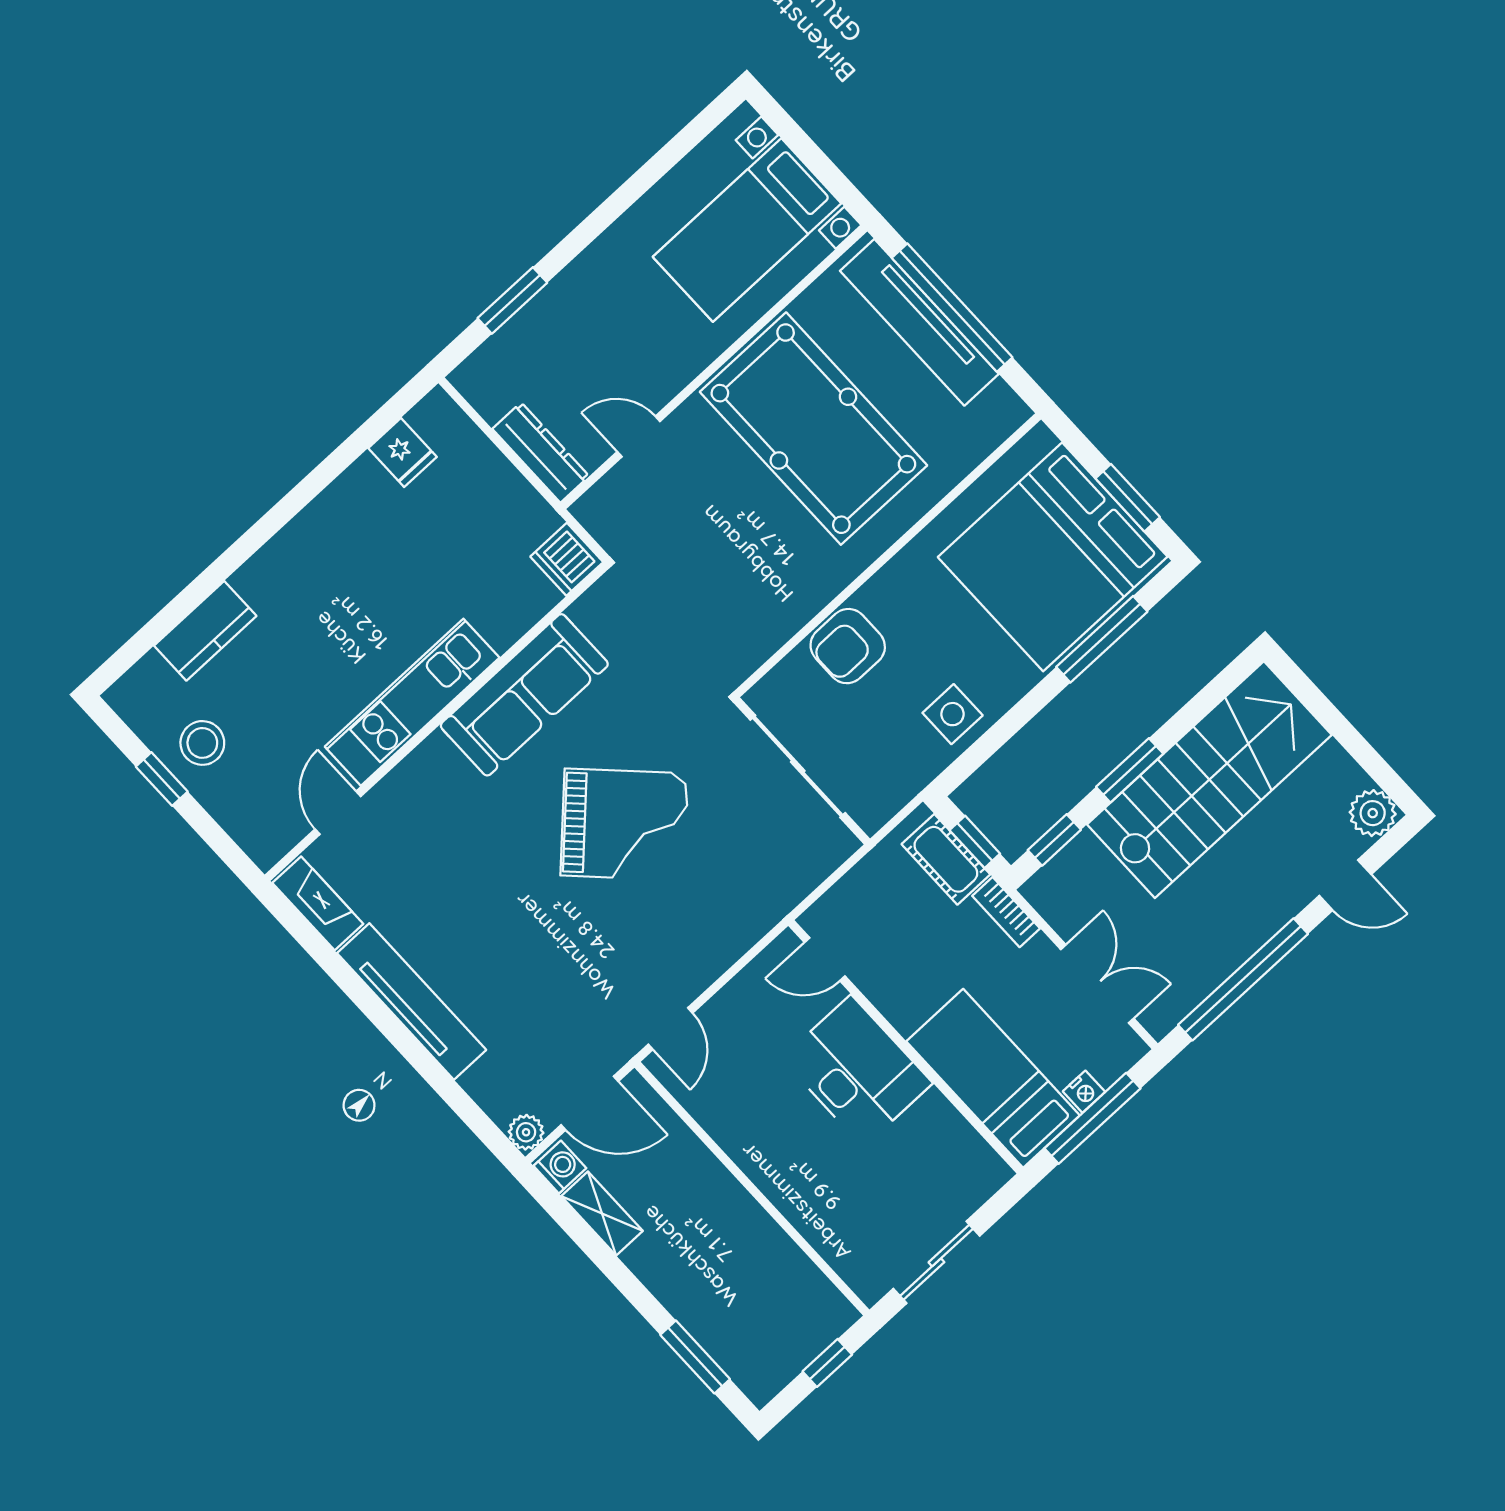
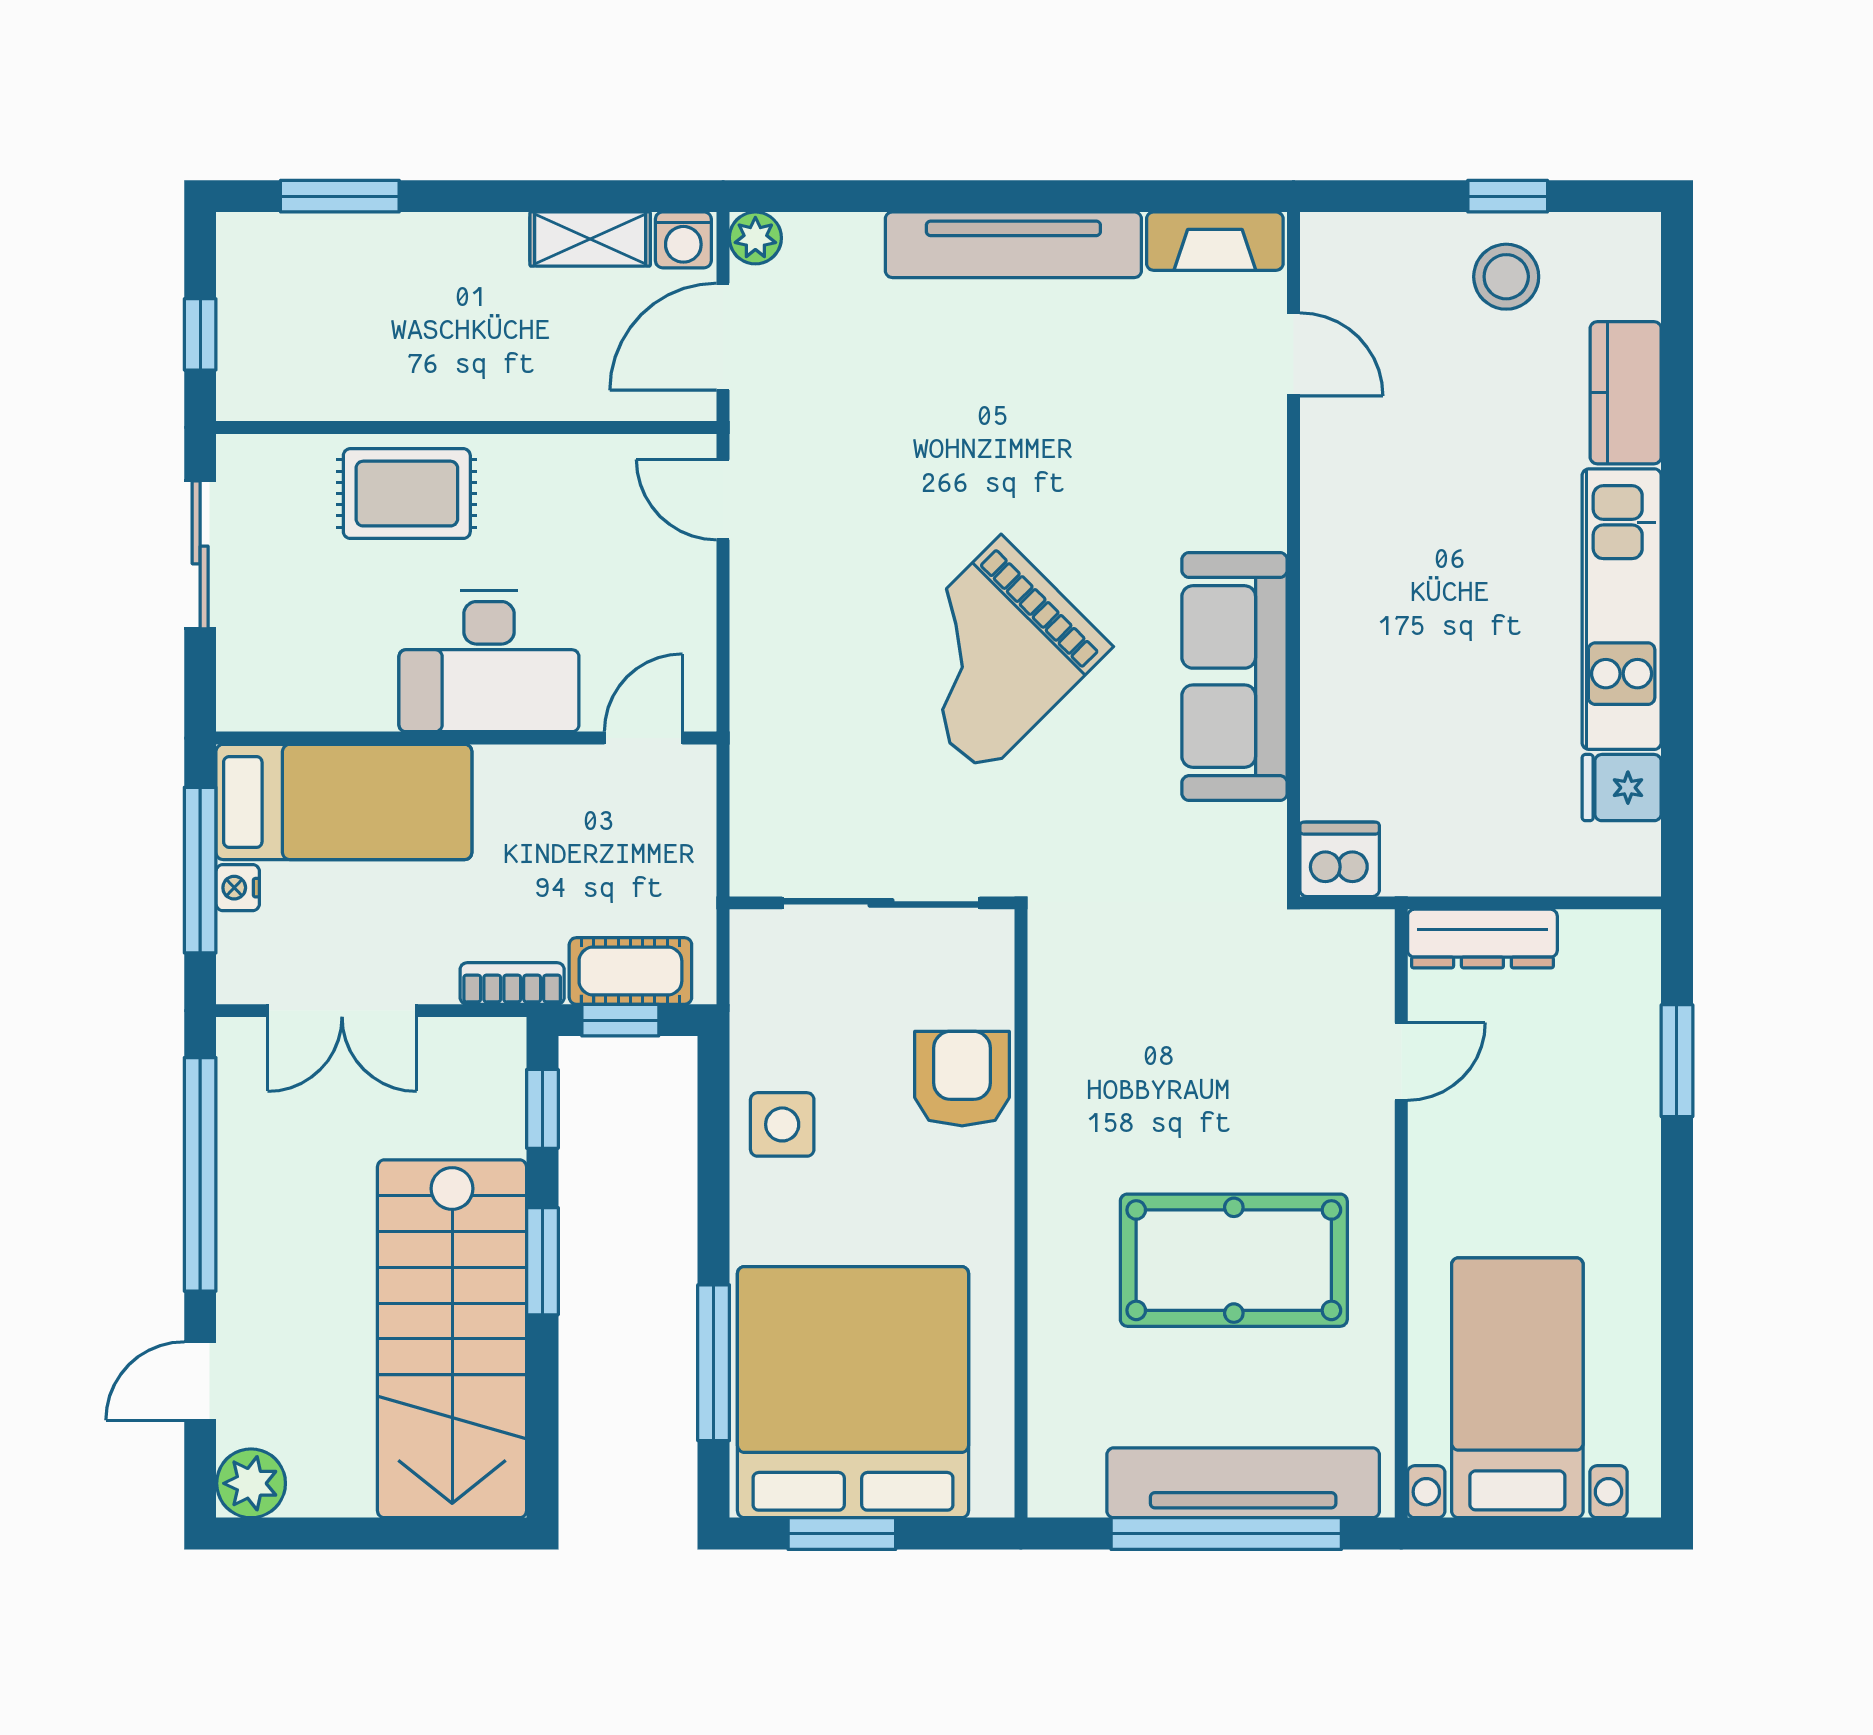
pool table: (813, 429) -> (1234, 1260), width x0.73, depth x0.76
kitchen unit: (412, 702) -> (1622, 609), moved, turned 180
rug: (812, 1188) -> (407, 494), added

